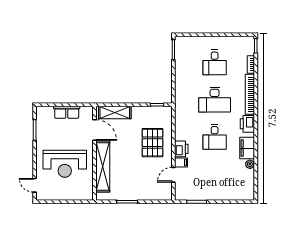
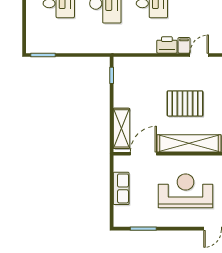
pallet: (153, 143) -> (185, 103), moved
reception desk: (65, 164) -> (186, 191), turned -90
door: (173, 175) -> (199, 55), swing flipped

